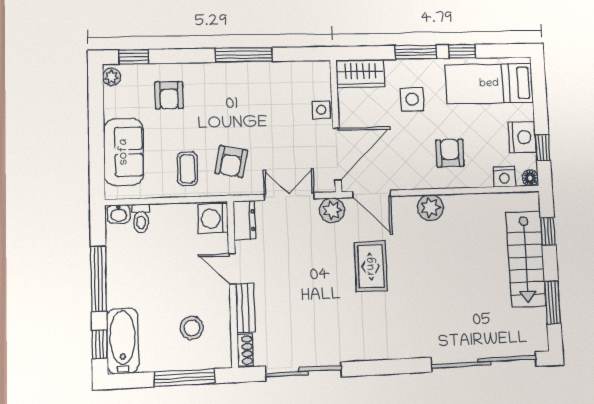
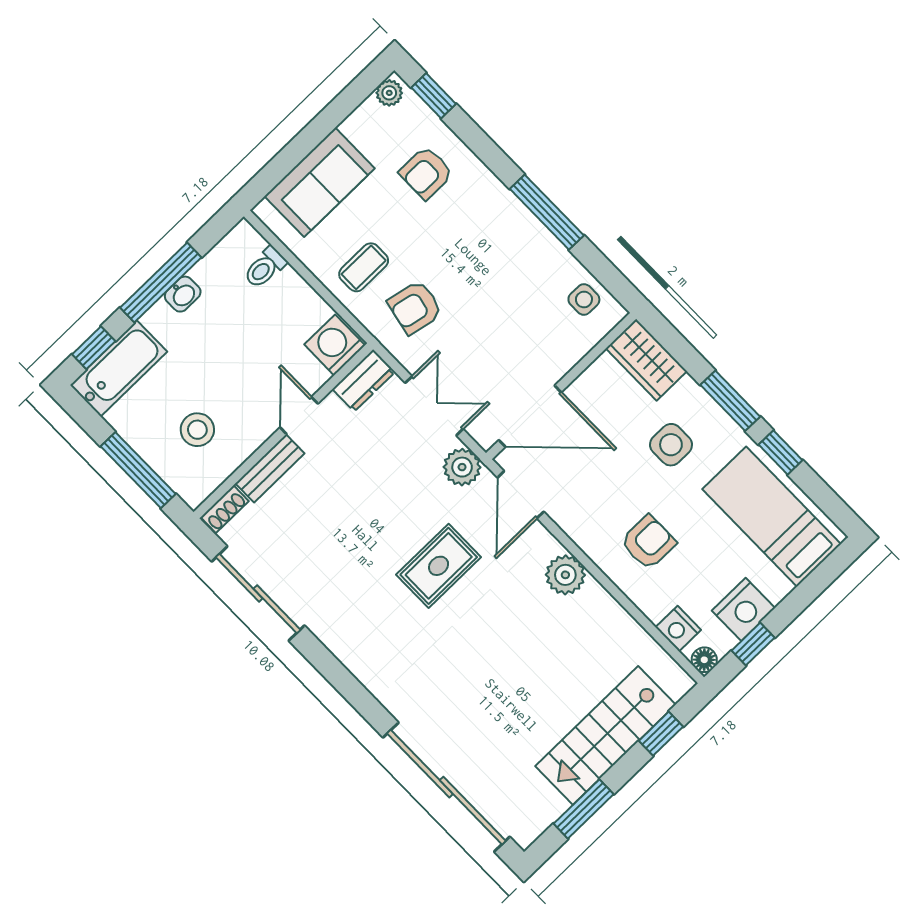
side table: (321, 110) -> (584, 299), moved
washbasin: (119, 214) -> (183, 294), moved, turned -90

